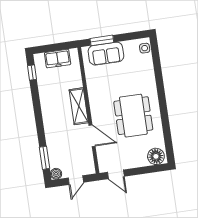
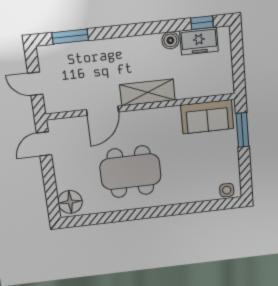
sofa: (106, 54) -> (207, 117), moved, turned -90
freezer: (58, 59) -> (199, 41), moved, turned -90
boiler: (56, 174) -> (170, 40), moved

